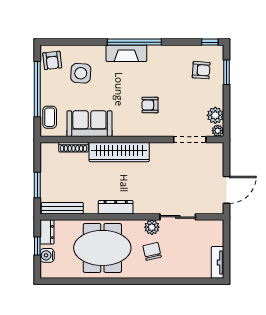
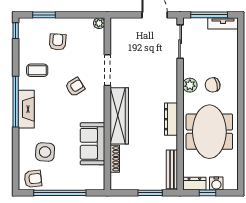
armchair: (201, 70) -> (58, 42), moved
armchair: (150, 105) -> (75, 87), turned -122
plant: (215, 115) -> (85, 25), removed
coffee table: (50, 117) -> (37, 70), moved
doorway: (190, 139) -> (107, 70), moved
sliding door: (178, 217) -> (180, 42), moved
window: (226, 248) -> (209, 15), added

